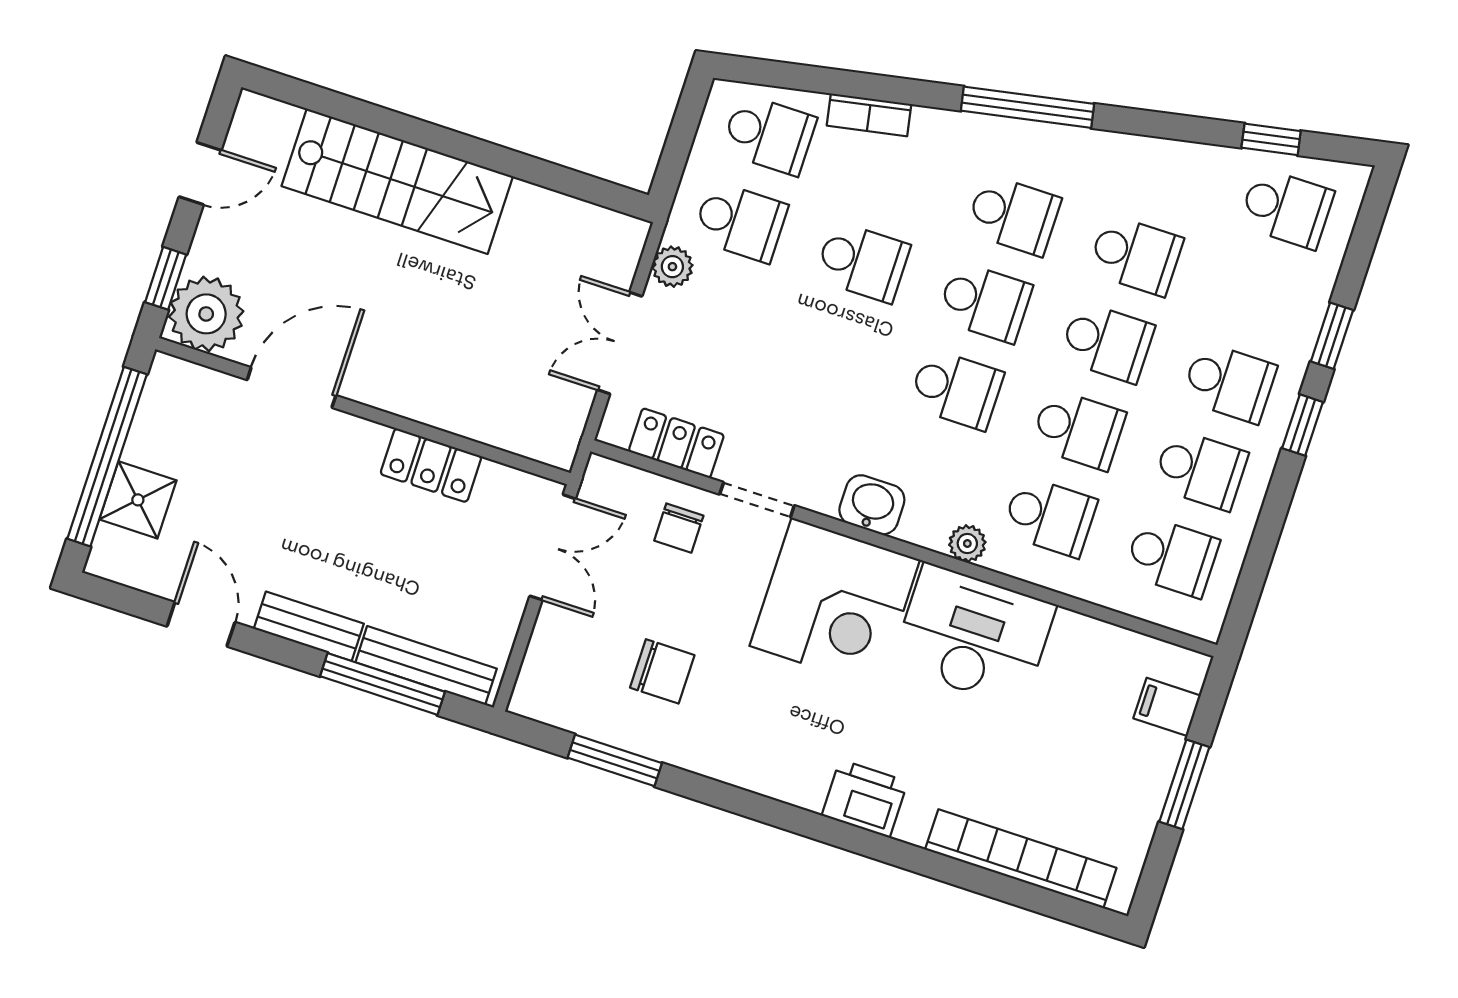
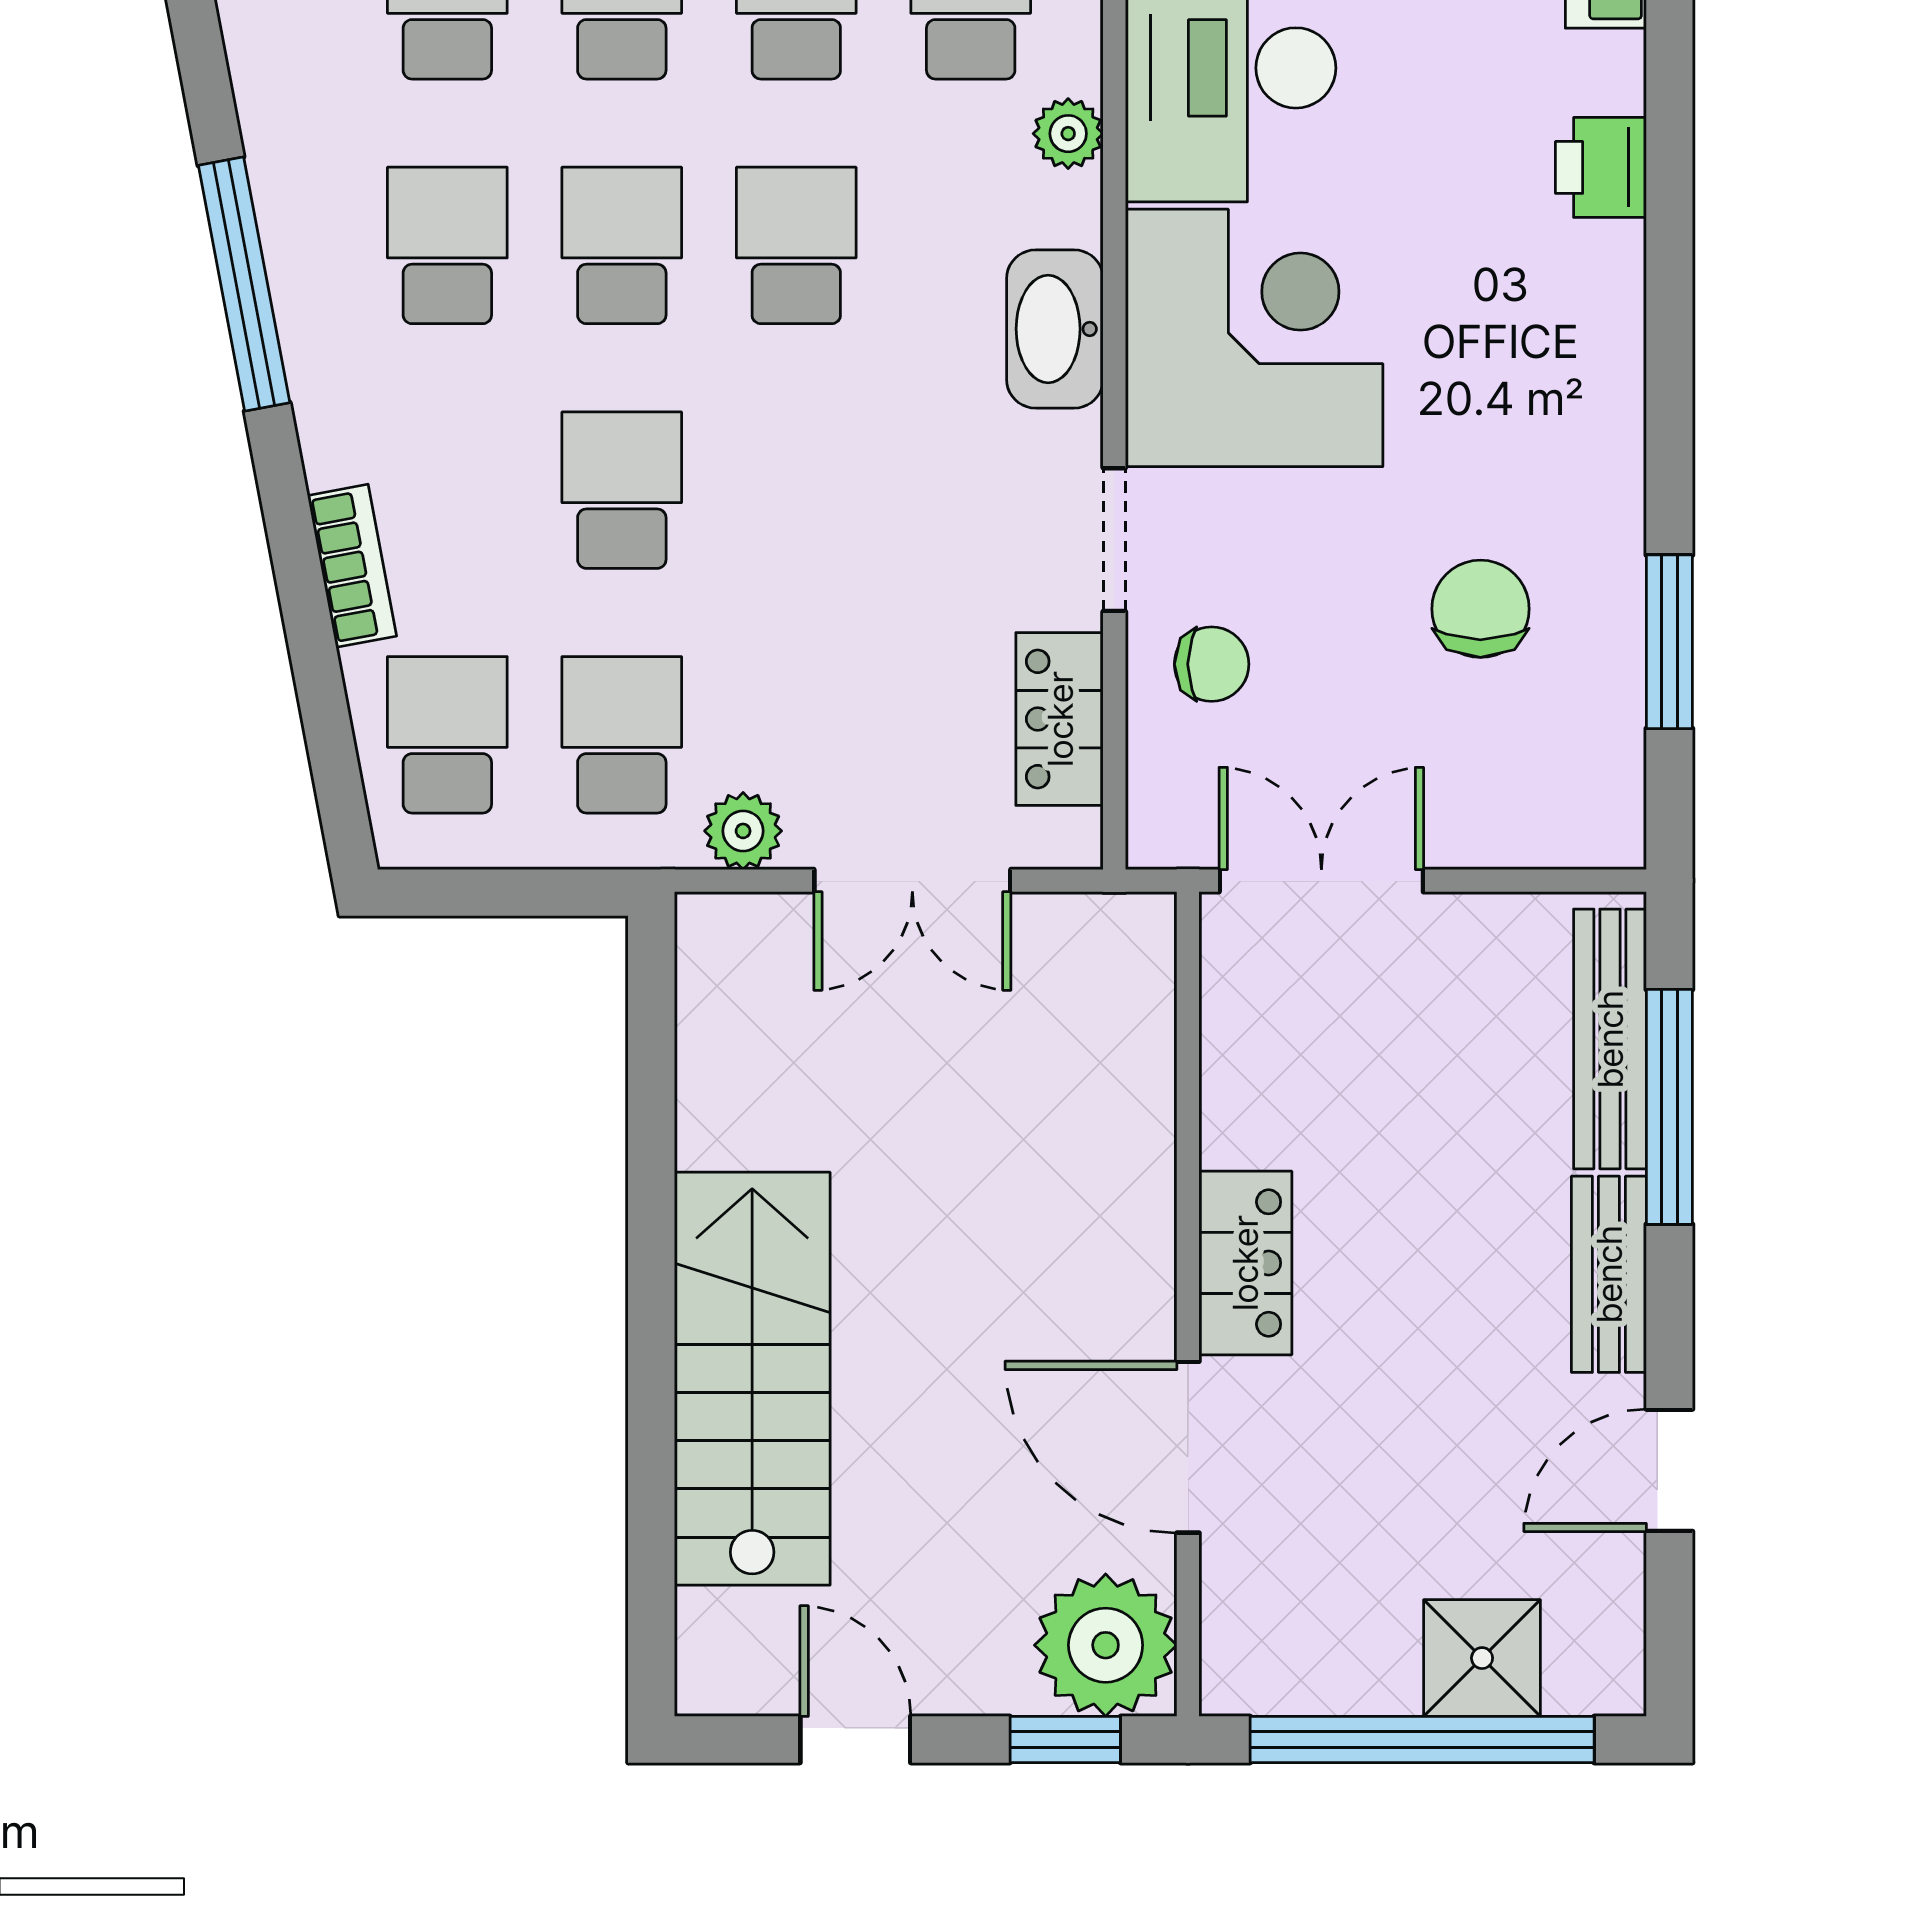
locker: (431, 465) -> (1245, 1263), moved
washbasin: (872, 505) -> (1055, 329), width x1.38
printer: (865, 799) -> (1601, 167), width x0.73, depth x0.81

